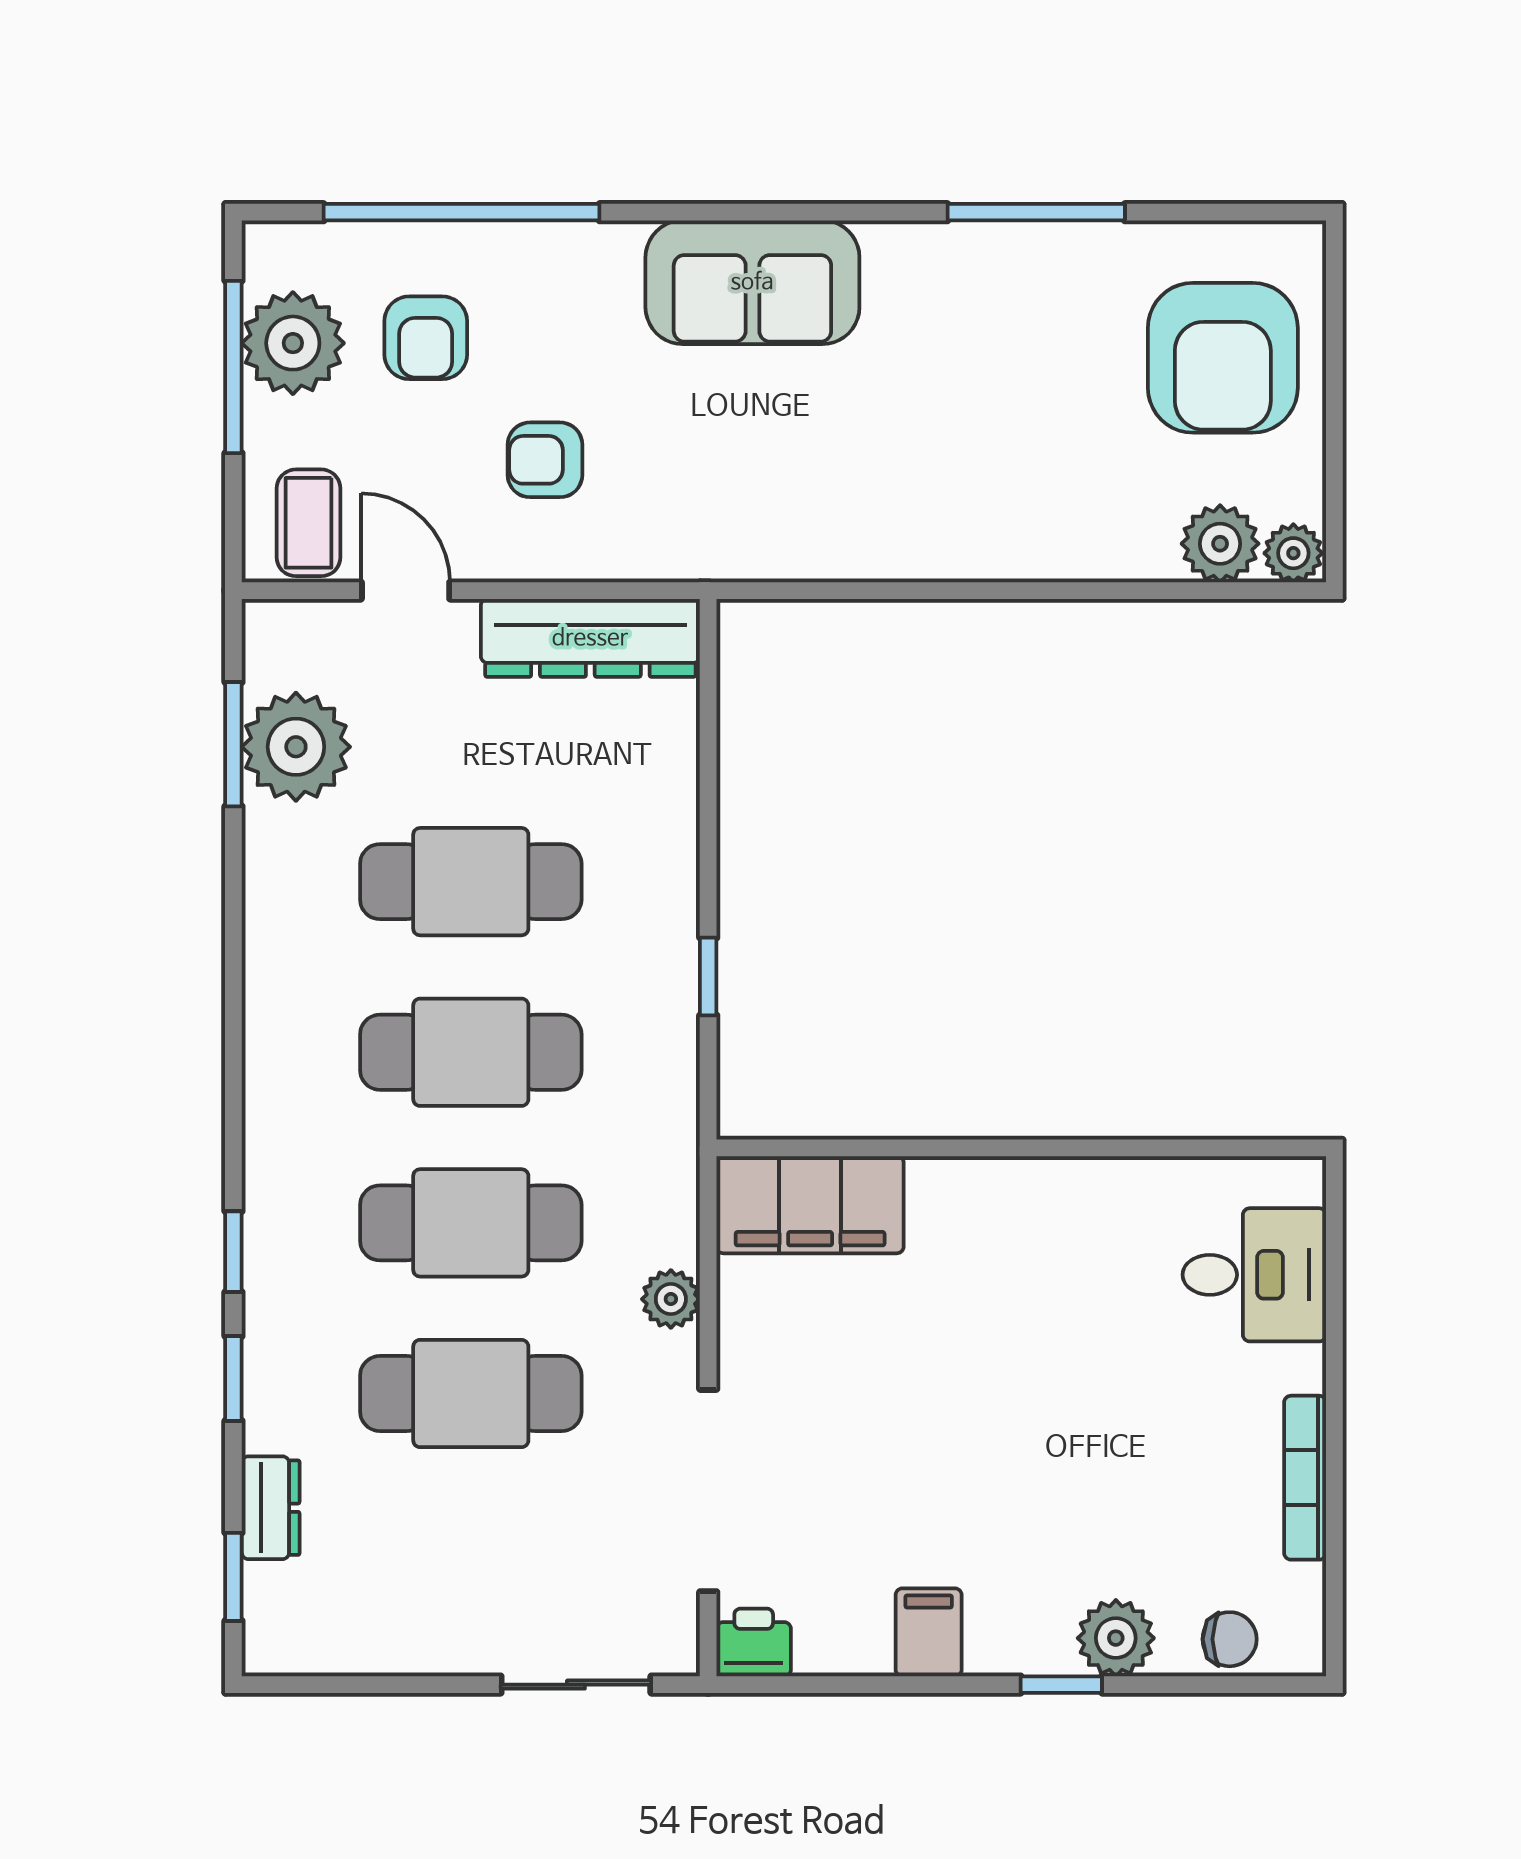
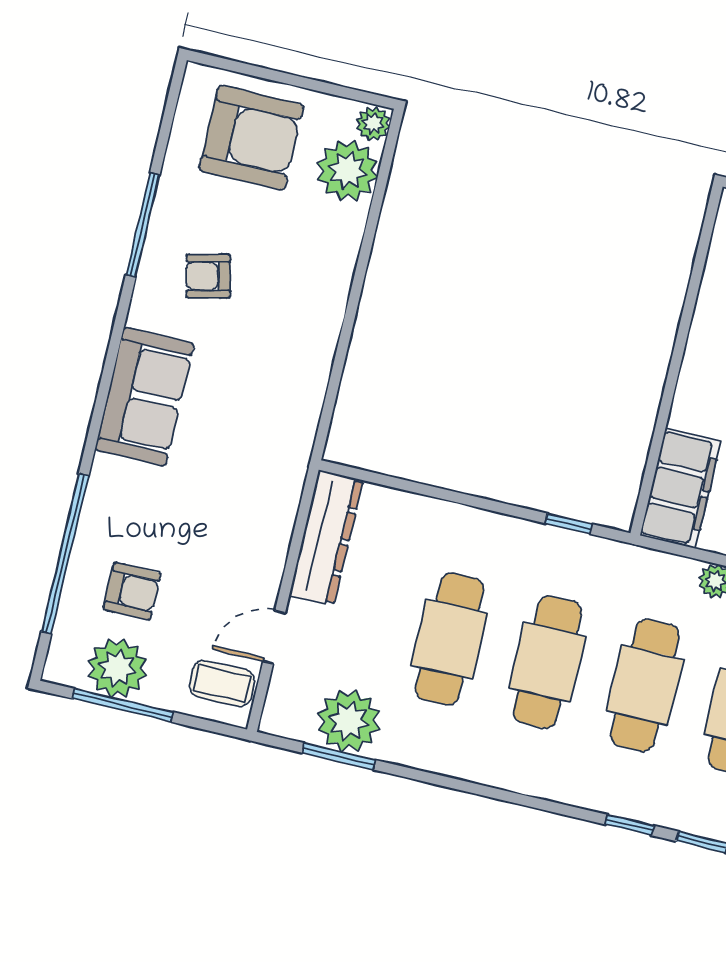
armchair: (545, 460) -> (208, 276), moved, turned 77
plant: (1220, 544) -> (348, 170), width x1.36, depth x1.36
window: (708, 976) -> (568, 524), moved

